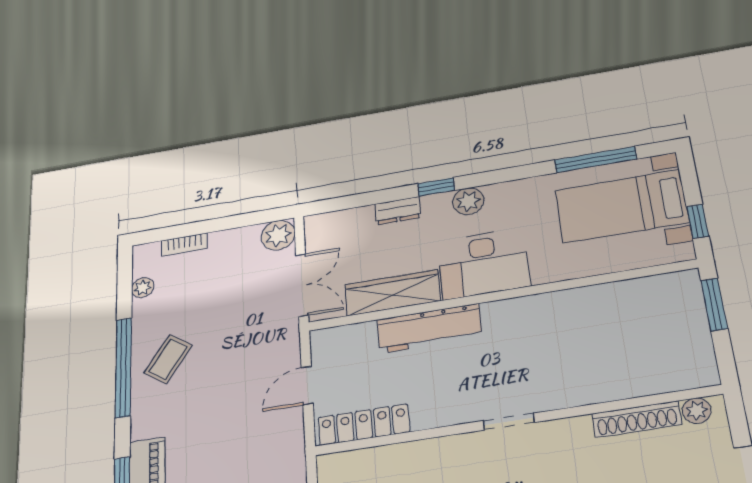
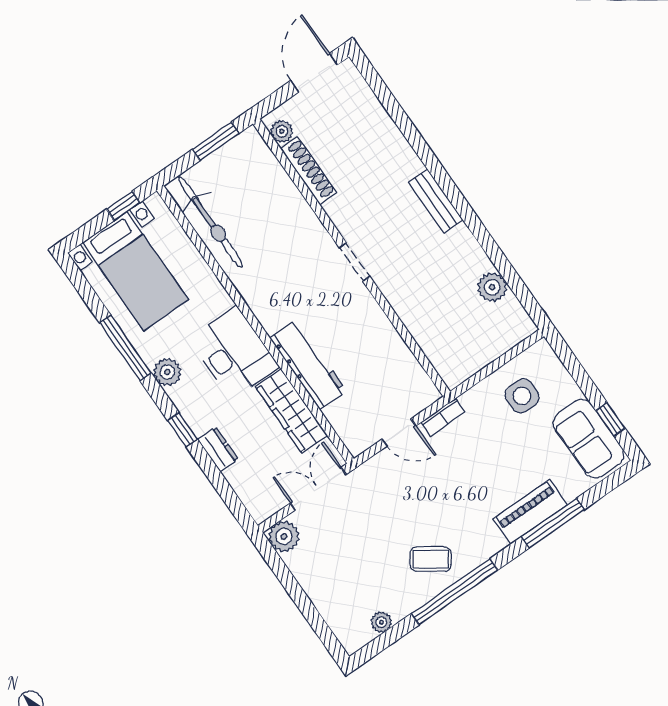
window: (596, 160) -> (125, 348), moved
plant: (468, 201) -> (167, 372), moved
bookcase: (184, 245) -> (443, 417), moved, turned 90
bicycle: (633, 297) -> (211, 222), added
window: (714, 304) -> (216, 141), moved
locker: (364, 425) -> (409, 369), removed

